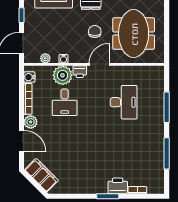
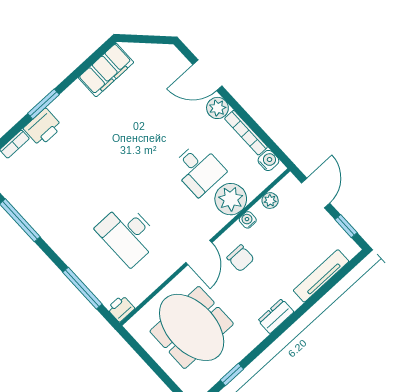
chair: (95, 32) -> (241, 258), moved
printer: (80, 72) -> (121, 308), moved
desk: (65, 102) -> (199, 169), turned 180
window: (167, 107) -> (82, 288), moved
filing cabinet: (42, 175) -> (106, 70), moved, turned -45

